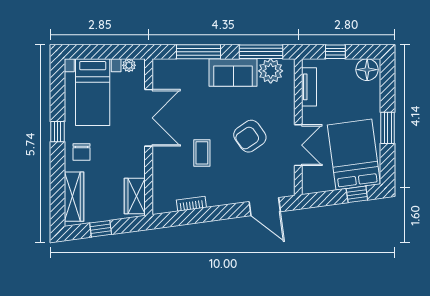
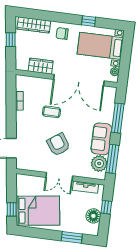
floor lamp: (367, 70) -> (93, 216), moved
double door: (149, 118) -> (79, 80), width x1.36
window: (388, 128) -> (72, 237), moved
window: (58, 132) -> (89, 21), moved
double door: (298, 145) -> (59, 177), moved
wardrobe: (135, 196) -> (41, 66), moved

